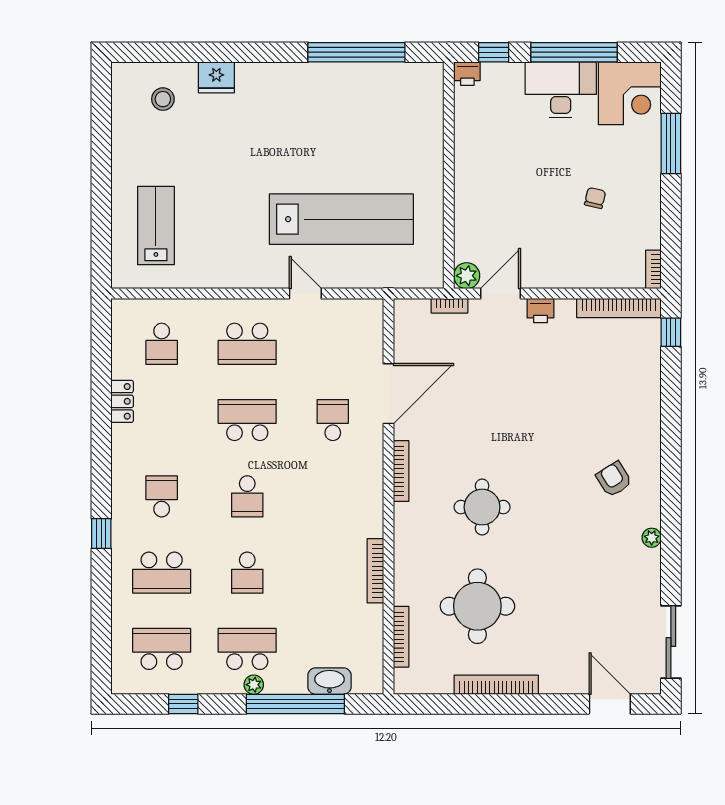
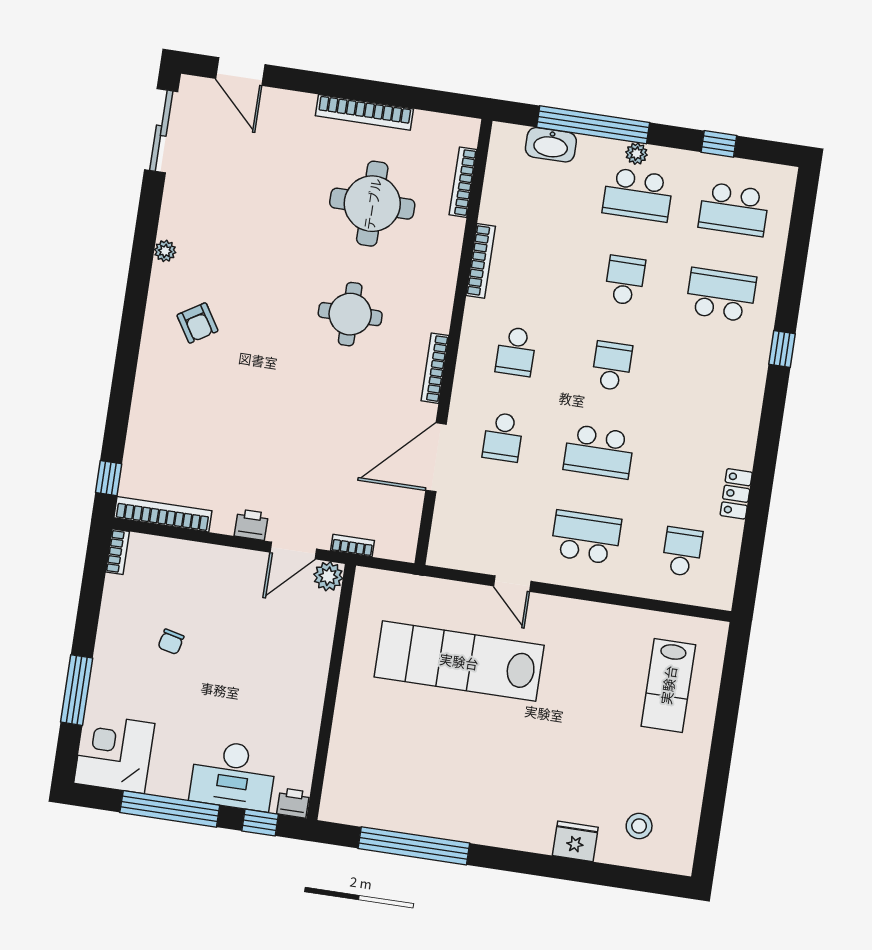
desk: (561, 90) -> (233, 775), moved
school desk: (162, 496) -> (516, 351), moved

